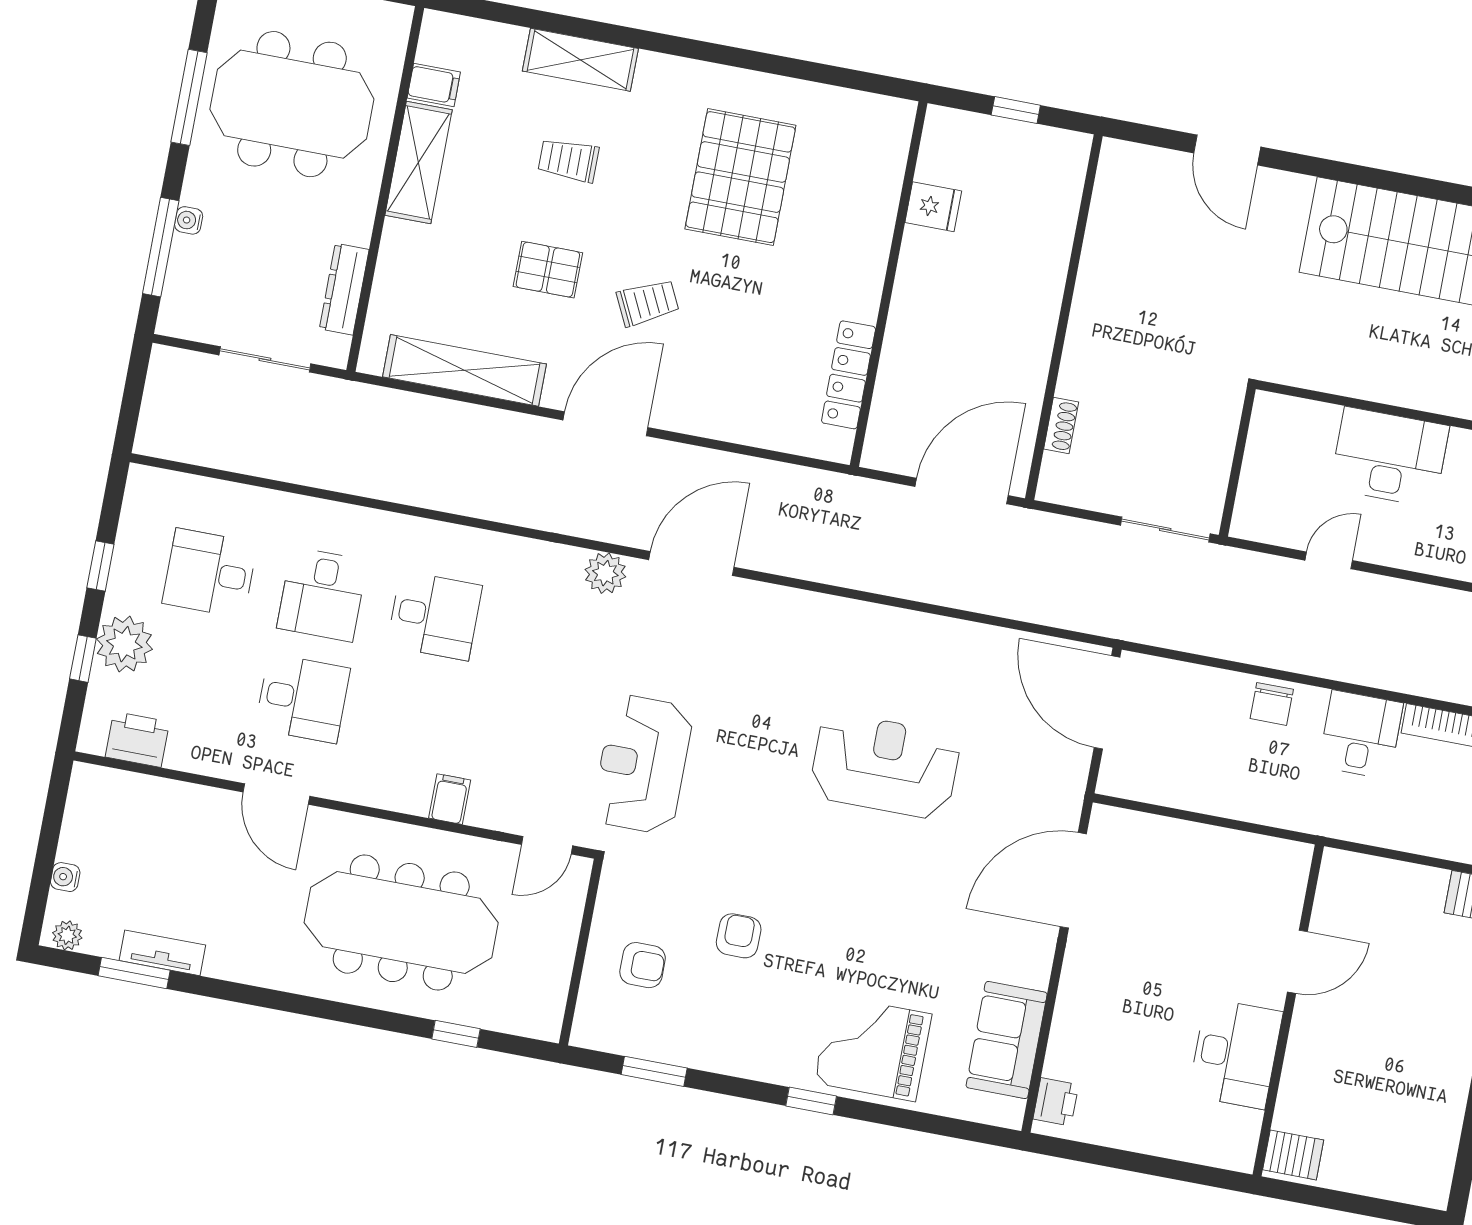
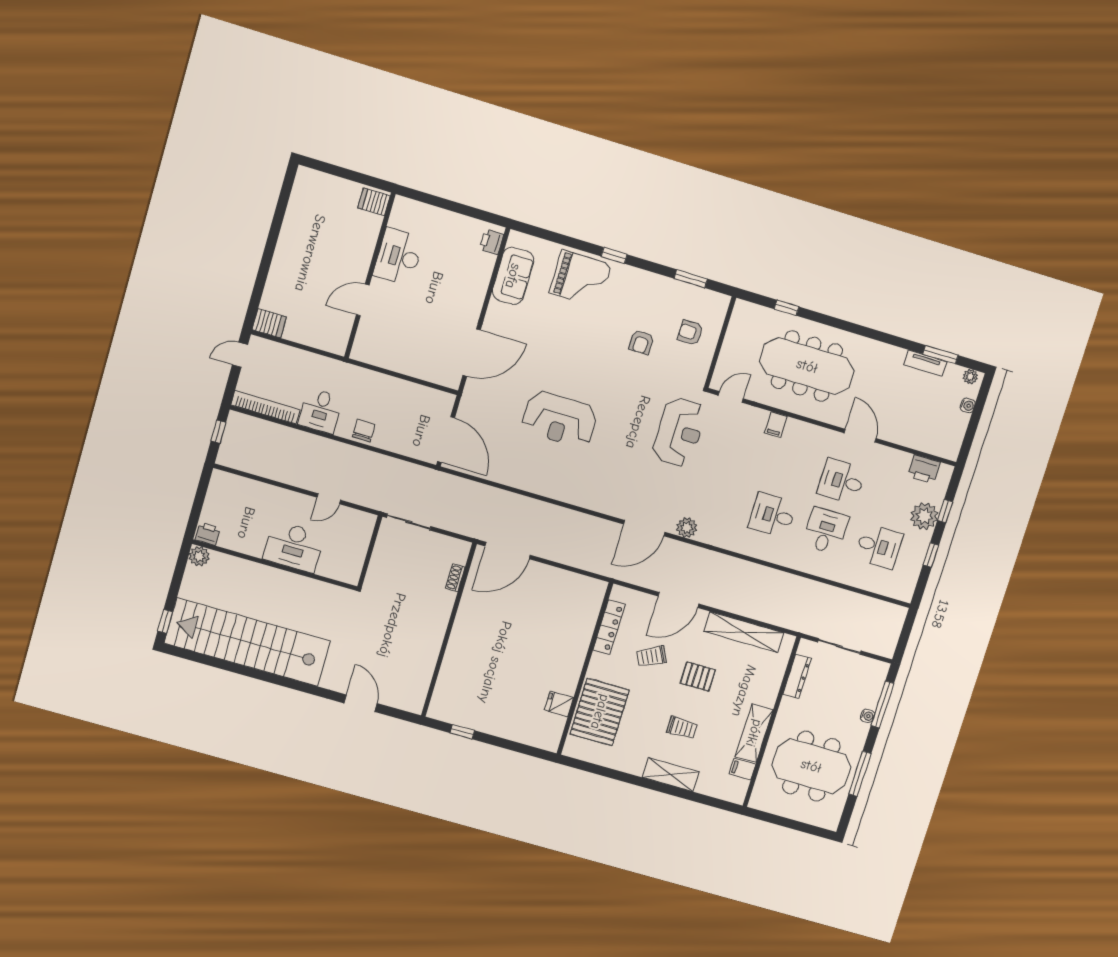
fridge: (933, 207) -> (559, 704), moved
wall: (889, 284) -> (585, 669), moved
locker: (849, 375) -> (609, 627), moved

